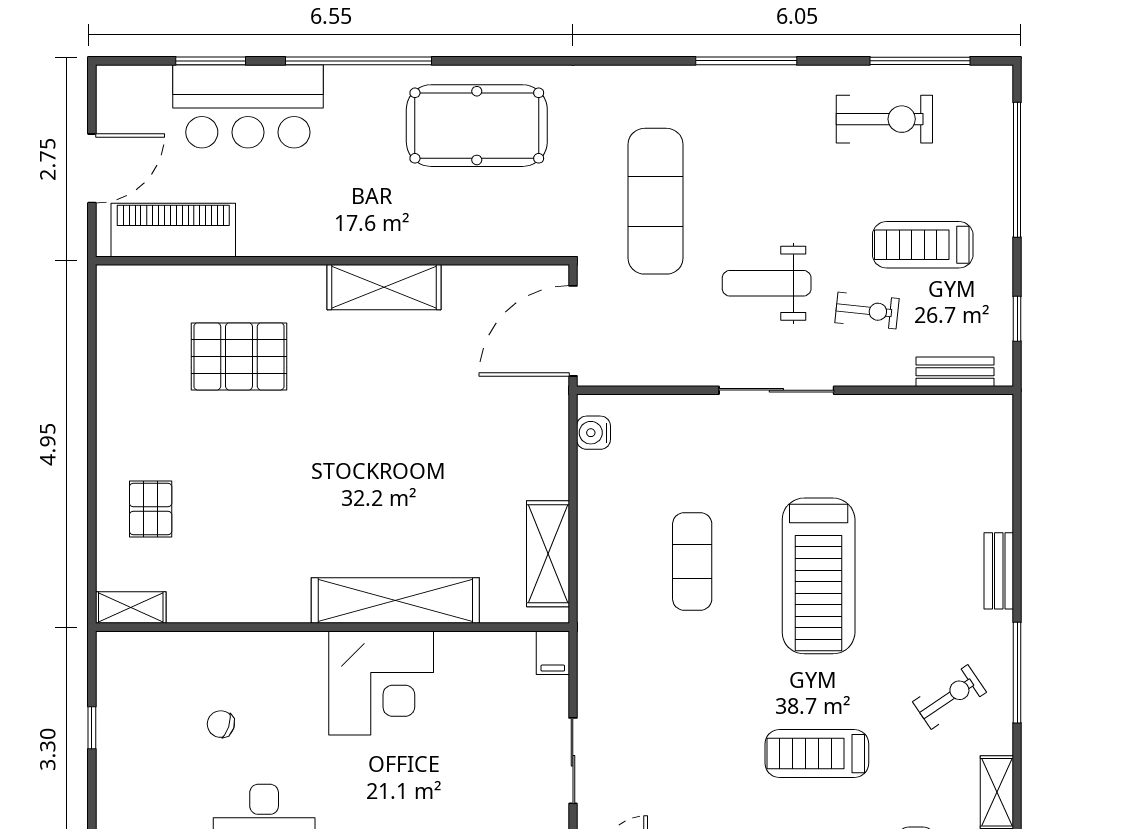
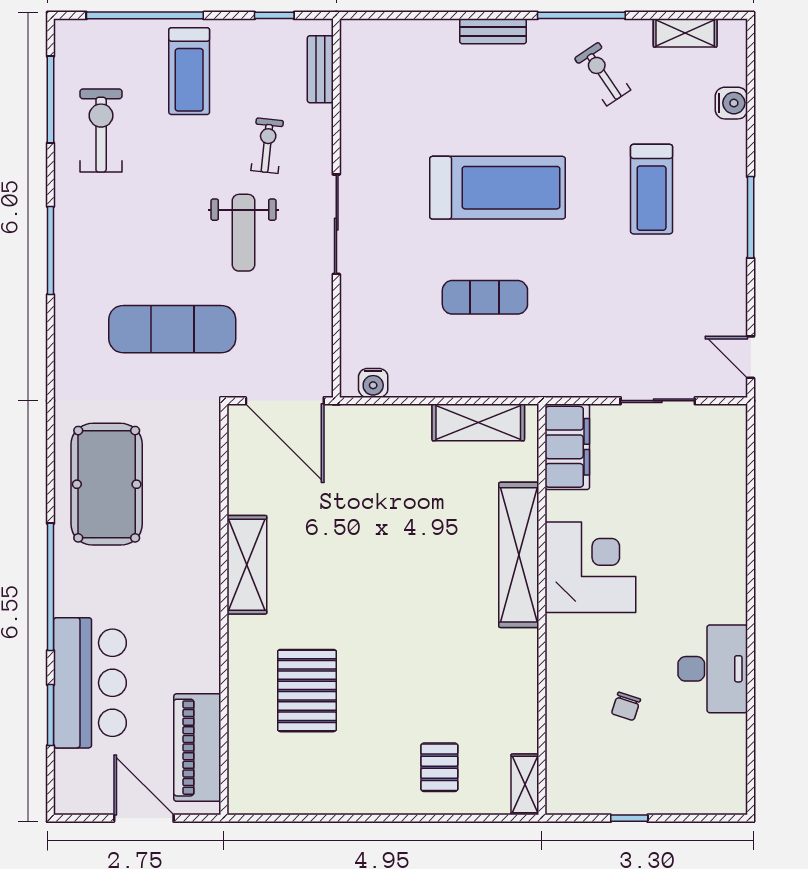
treadmill: (923, 245) -> (189, 71), moved
pallet: (151, 509) -> (439, 767), turned 90
filing cabinet: (553, 653) -> (567, 447), width x3.00, depth x1.17

